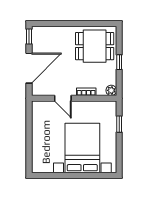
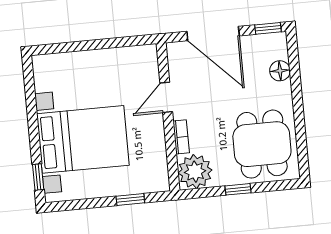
floor lamp: (54, 32) -> (280, 71), added
plant: (111, 90) -> (195, 172), width x1.88, depth x1.88
window: (101, 176) -> (38, 177), added

